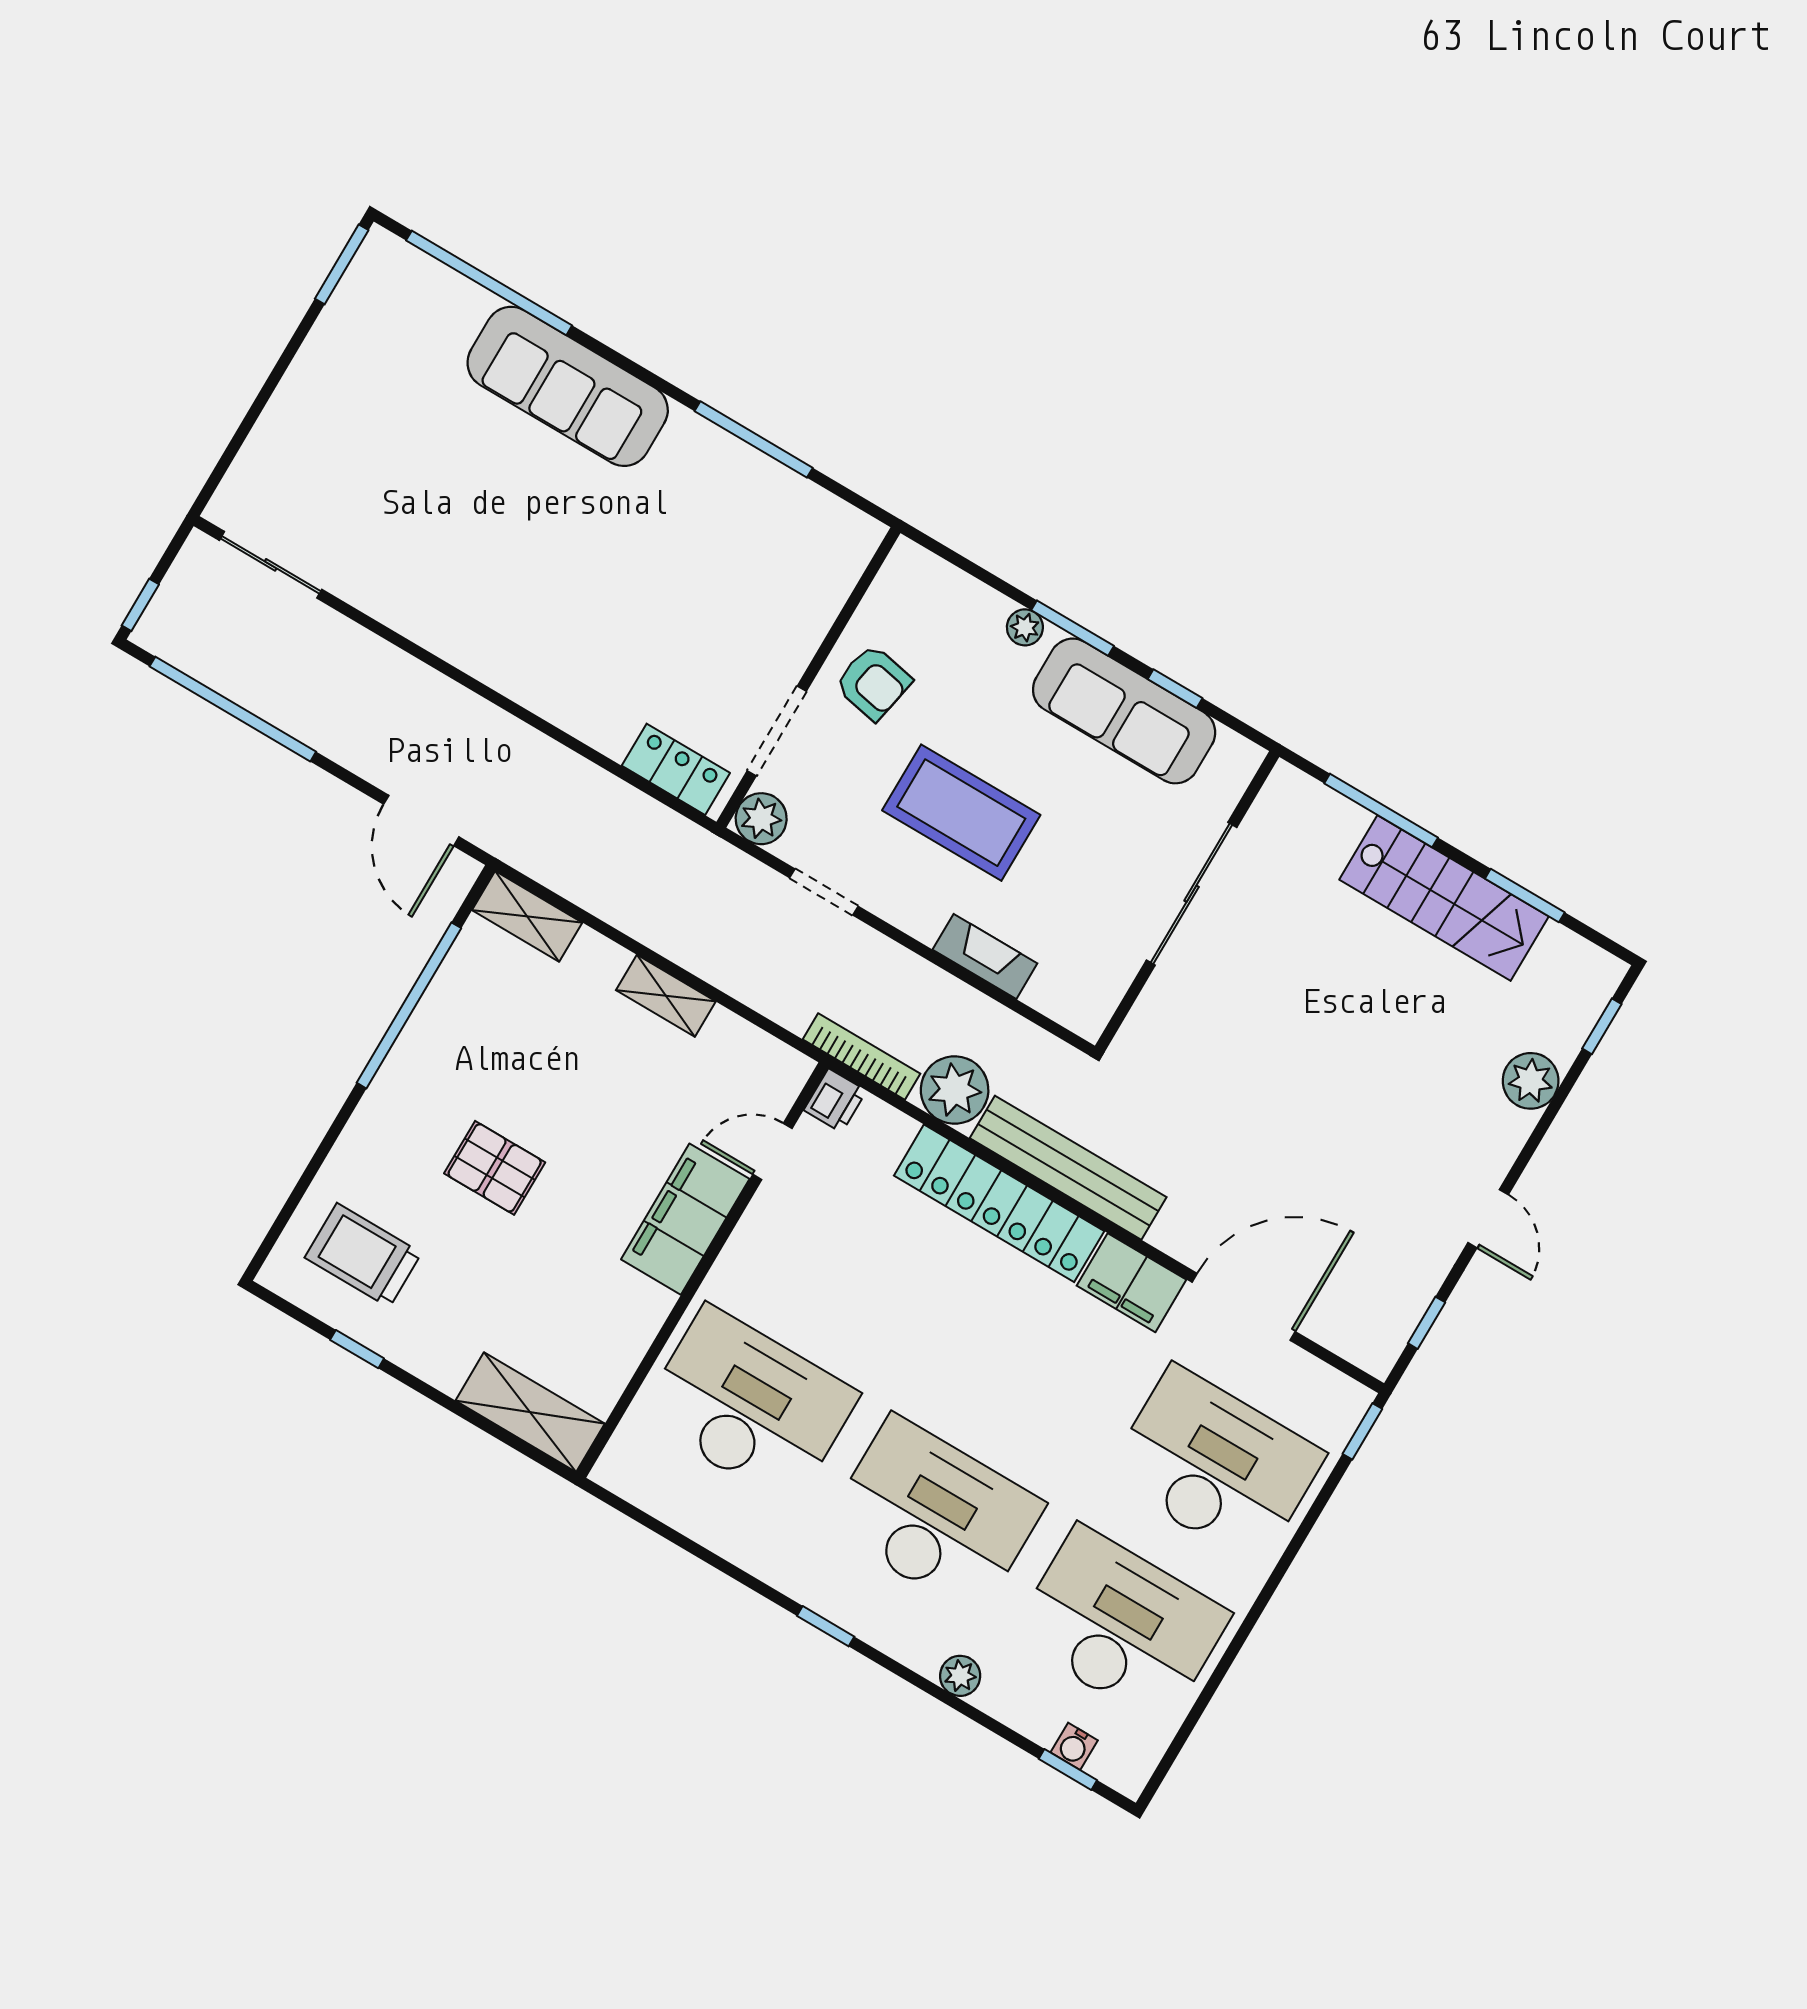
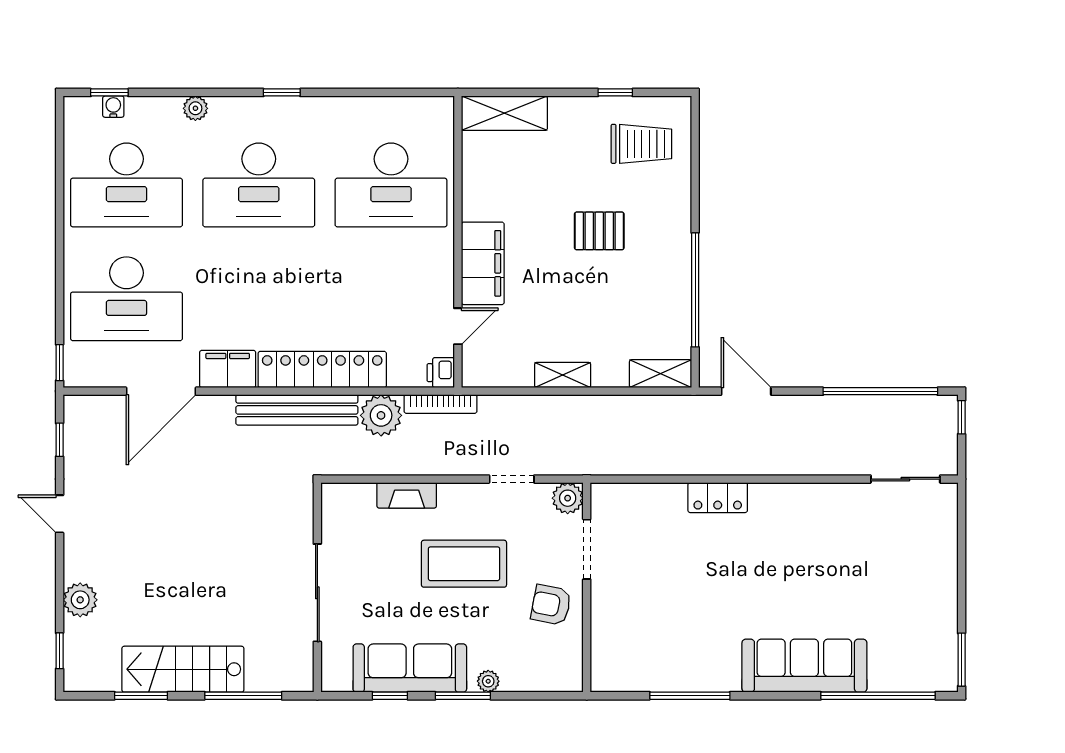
locker: (676, 769) -> (718, 498), moved

